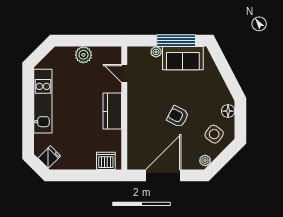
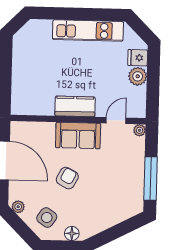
plant: (156, 52) -> (140, 130), moved
sofa: (183, 58) -> (78, 136), moved, turned -90
fridge: (49, 157) -> (138, 58), moved, turned 135
dishwasher: (106, 161) -> (20, 98), removed

